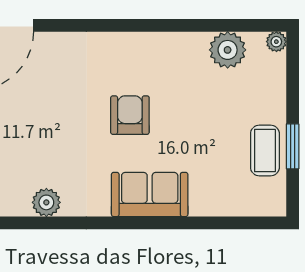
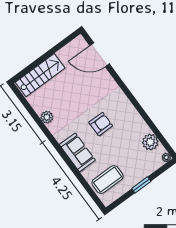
window: (293, 146) -> (141, 185), moved
coffee table: (265, 150) -> (107, 180), moved, width x1.36, depth x1.32

